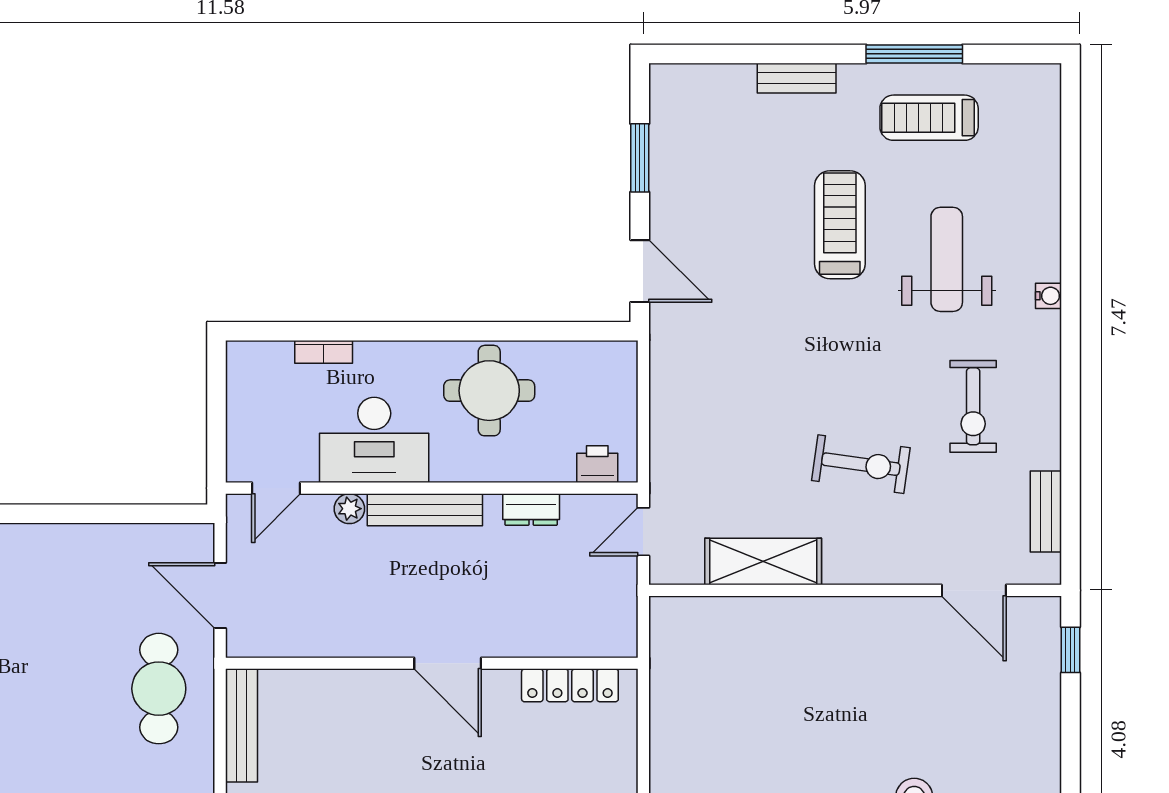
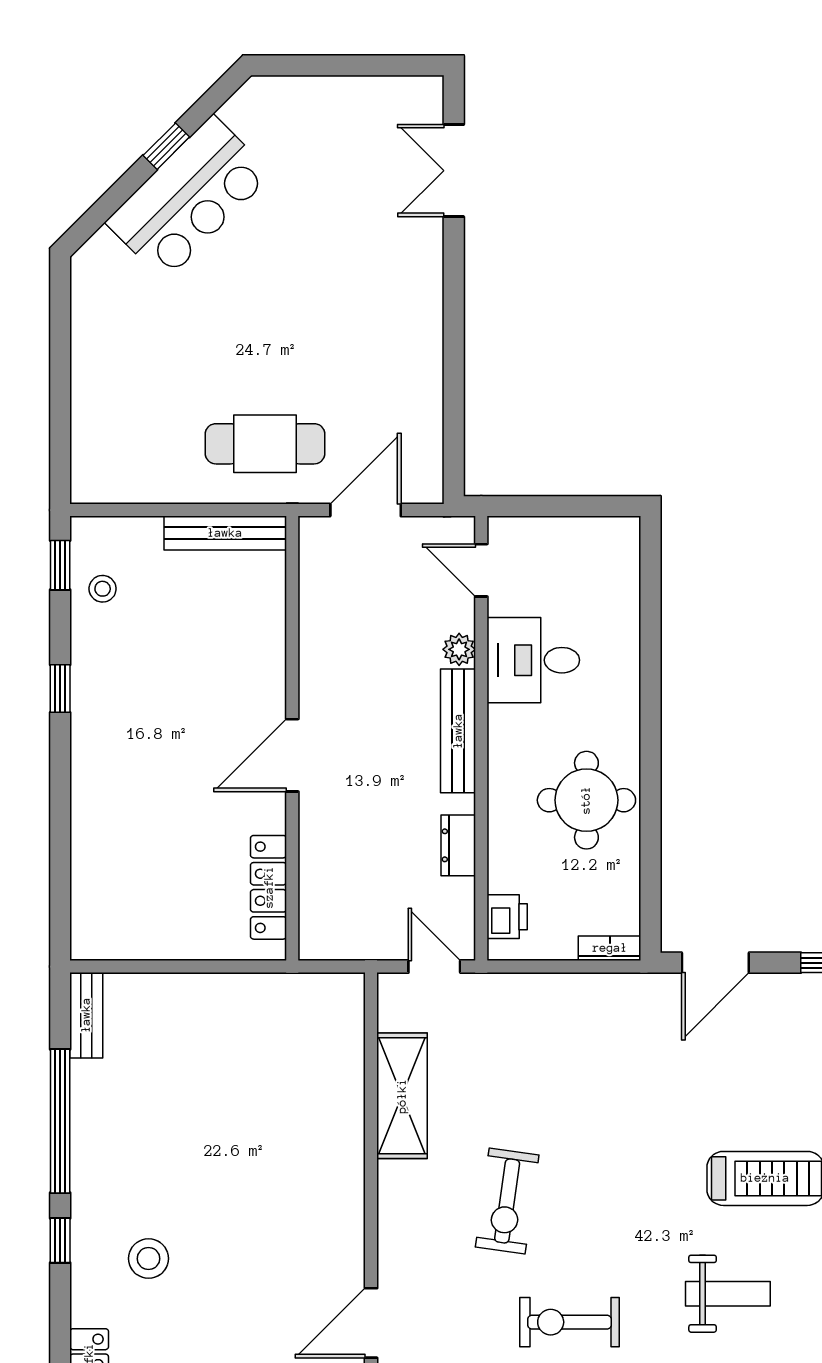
weight bench: (947, 259) -> (728, 1294), width x0.73, depth x0.75
bookcase: (324, 352) -> (610, 948), moved, turned 90
desk: (374, 440) -> (533, 660), width x0.73

